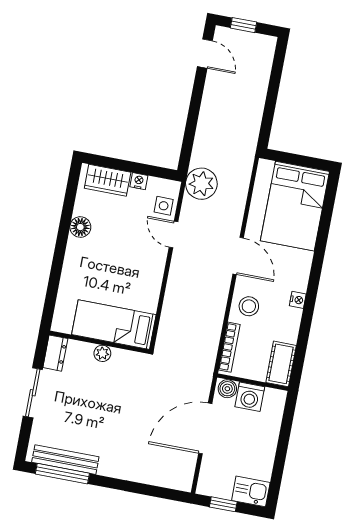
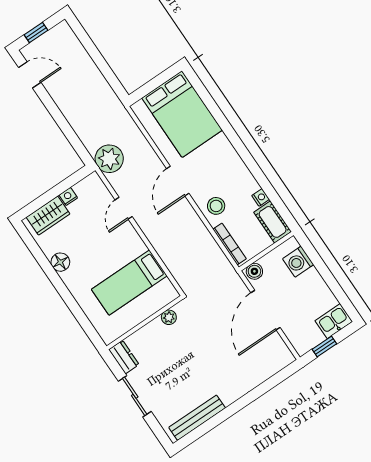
side table: (164, 206) -> (99, 196), removed
door: (174, 235) -> (124, 208), hinge flipped
door: (238, 256) -> (178, 181), swing flipped
nightstand: (298, 300) -> (261, 197), moved
bed: (114, 325) -> (129, 283), moved
plant: (102, 353) -> (169, 317), moved
washing machine: (250, 397) -> (298, 262), moved, turned 90
window: (62, 474) -> (204, 428), removed

